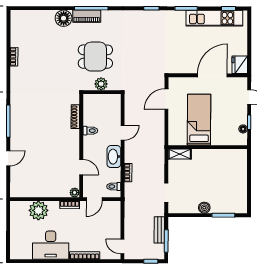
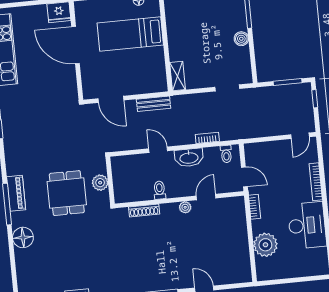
piano: (87, 16) -> (16, 193), moved
bed: (199, 120) -> (130, 34), moved
plant: (75, 193) -> (185, 207), moved
bench: (159, 230) -> (154, 104), moved

